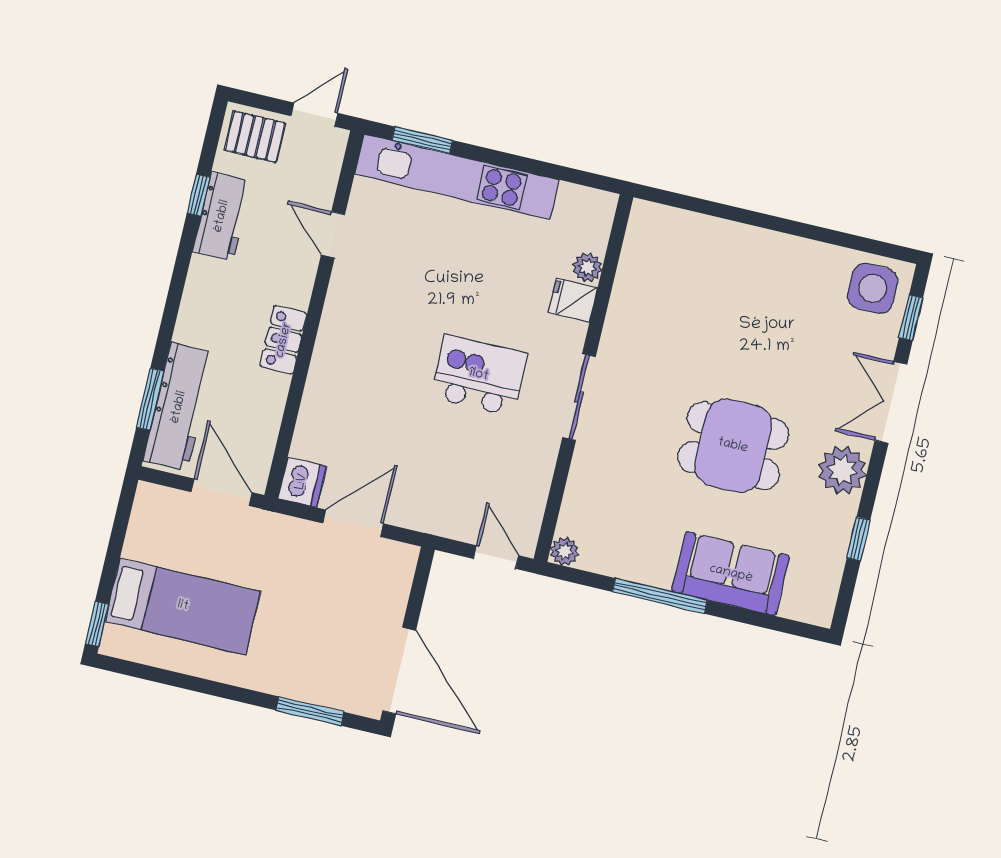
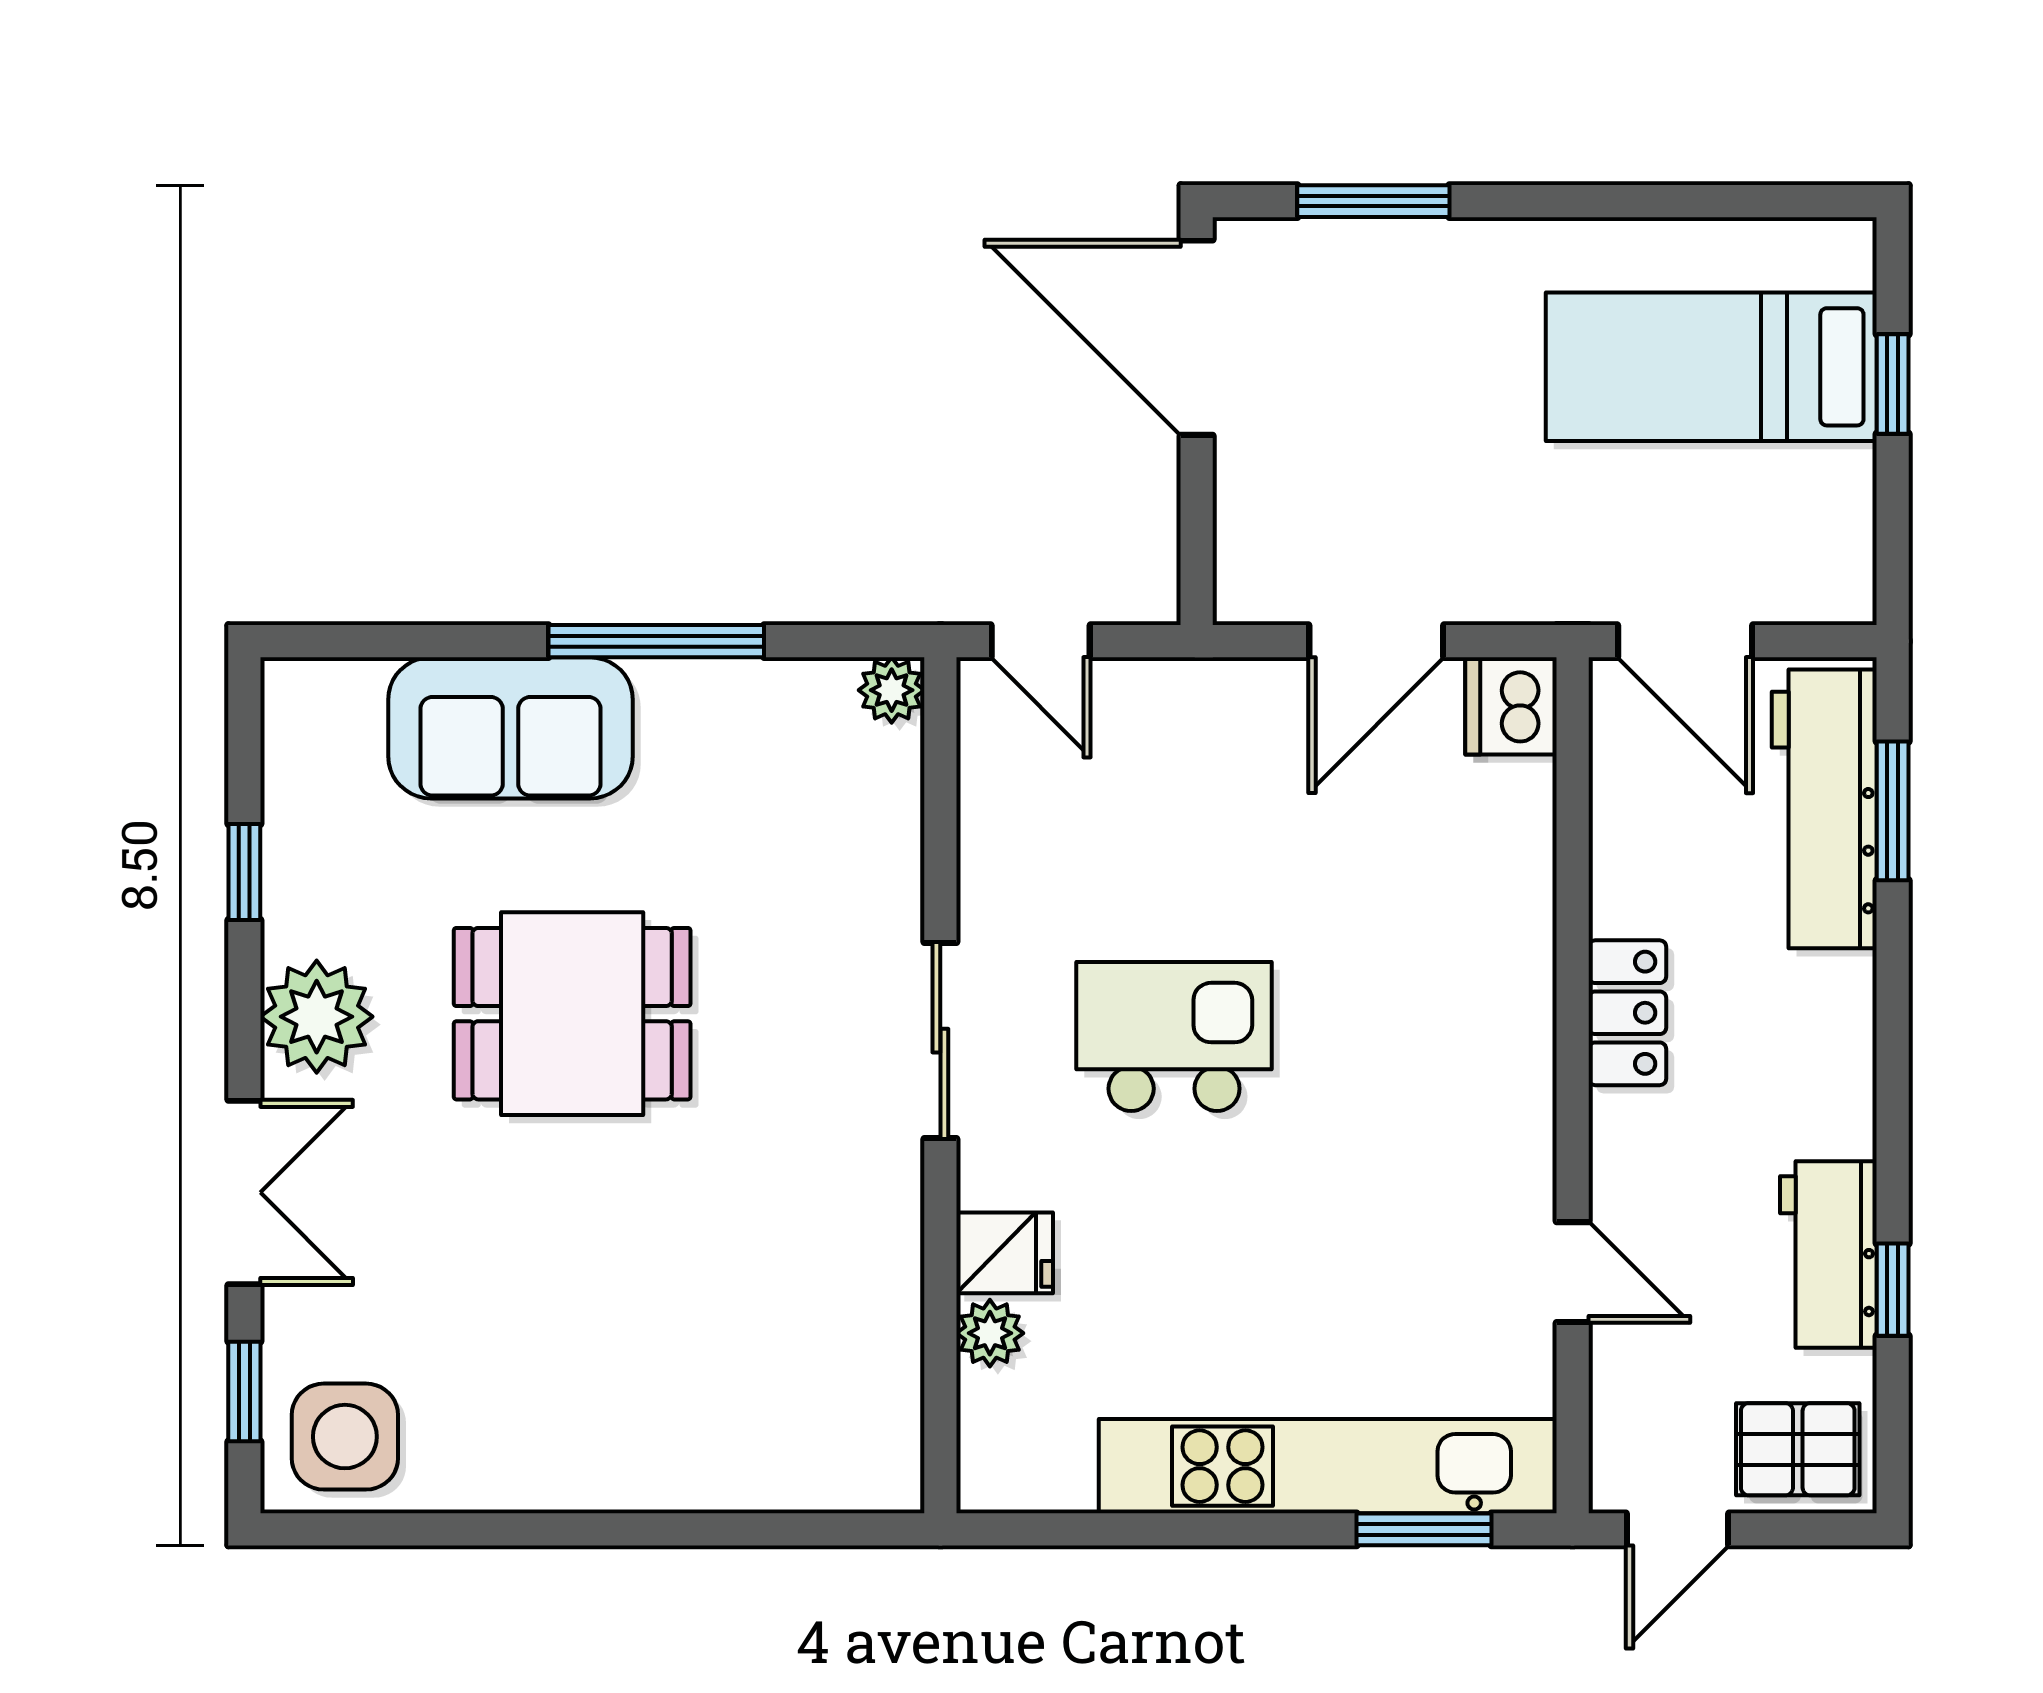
kitchen island: (479, 375) -> (1174, 1036), turned 180
window: (97, 624) -> (1893, 384), moved

